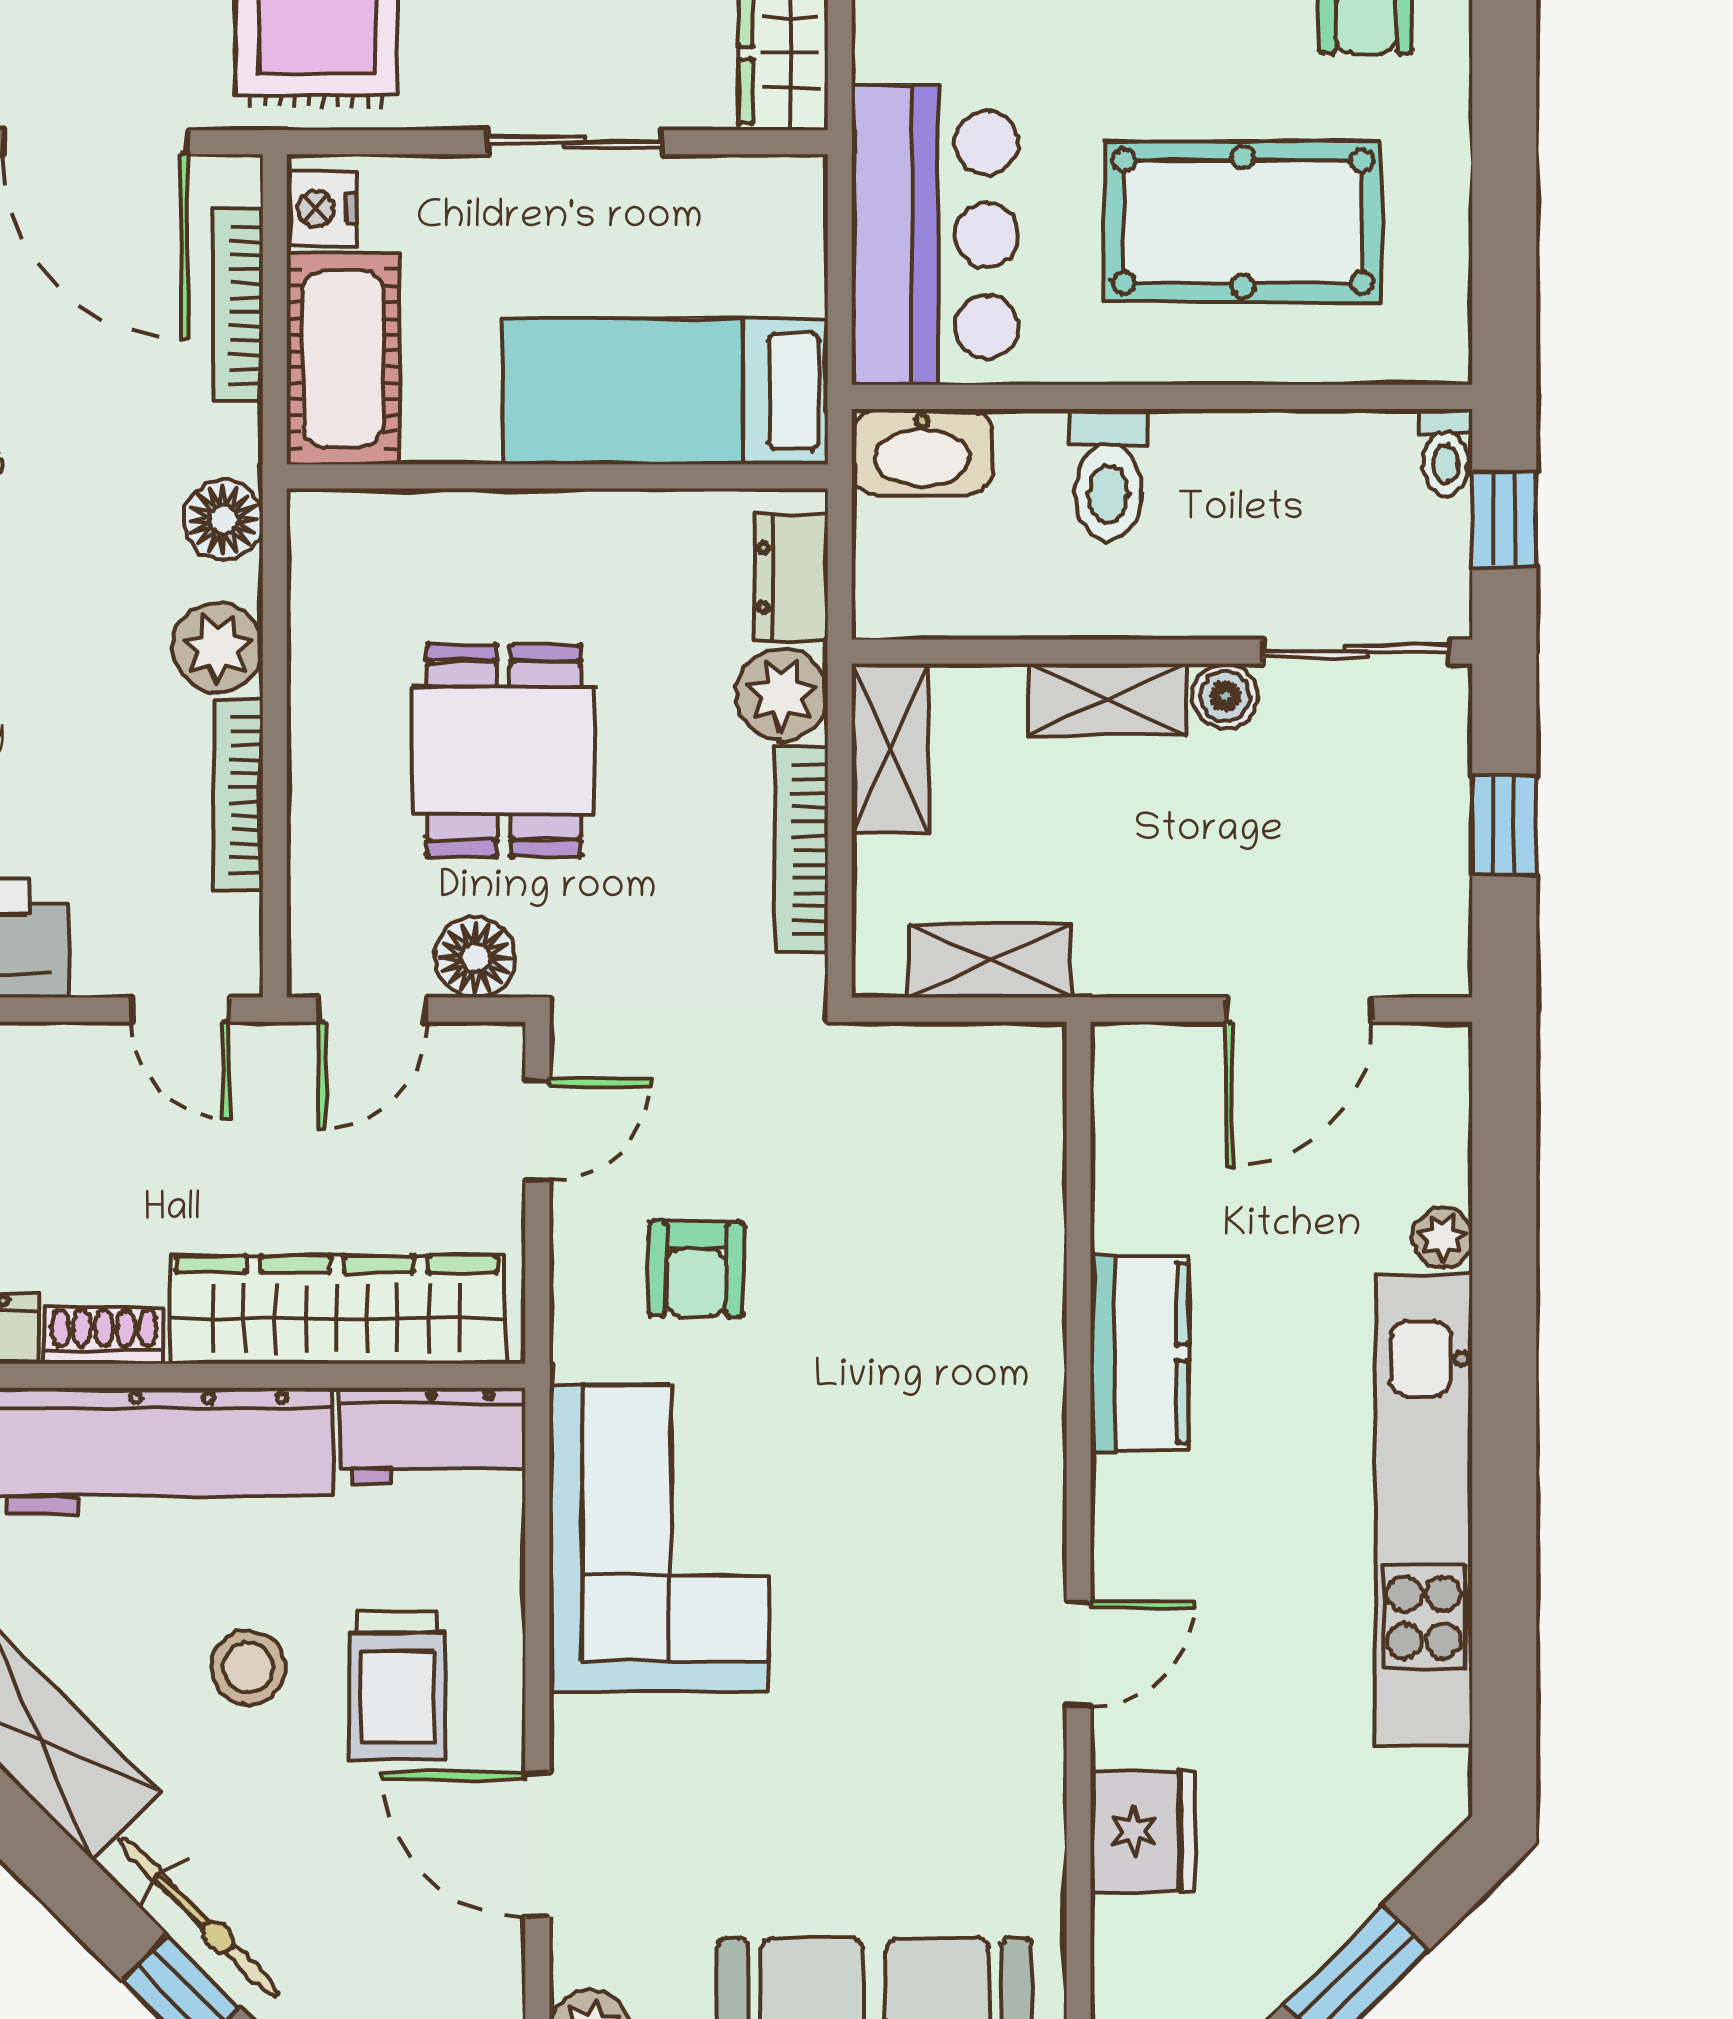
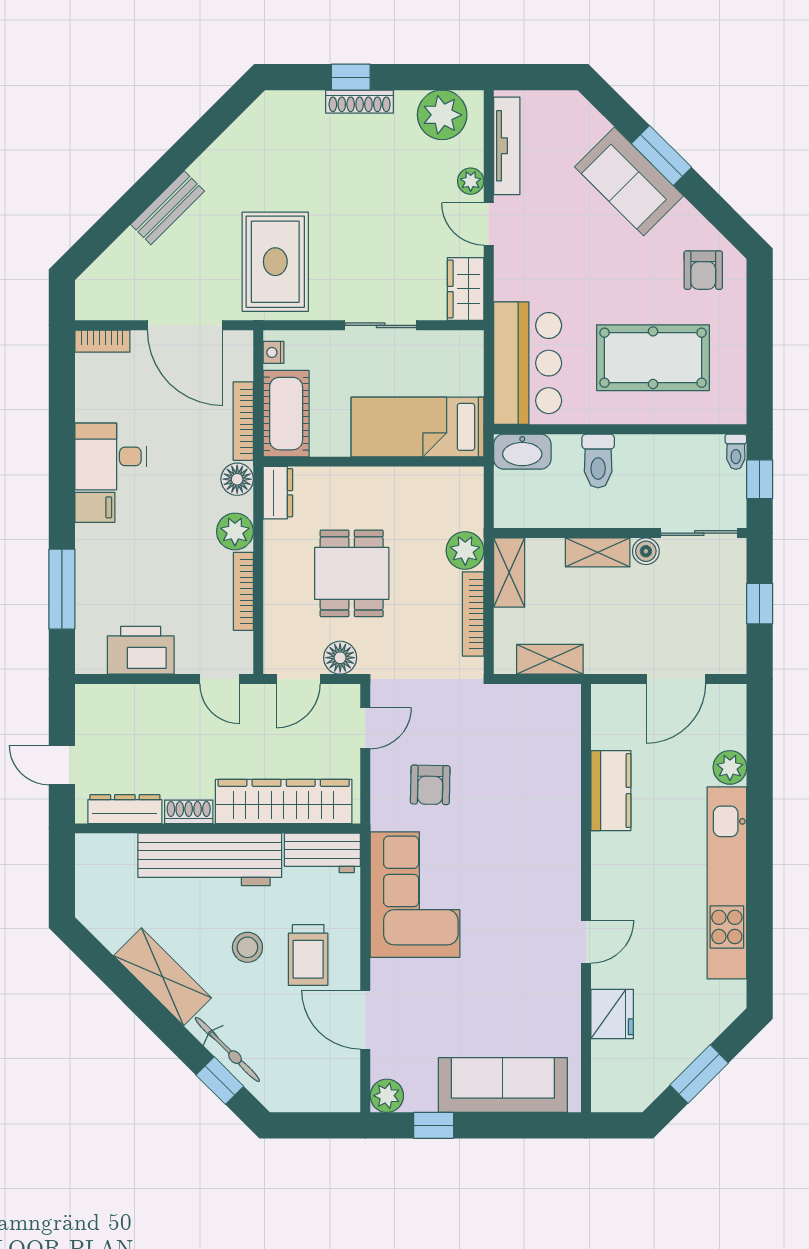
nightstand: (321, 209) -> (274, 352), width x0.72, depth x0.74
bookcase: (238, 305) -> (243, 421), moved
dresser: (792, 578) -> (278, 493), moved, turned 180
plant: (1442, 1238) -> (730, 767), width x1.38, depth x1.38
kitchen counter: (1139, 1353) -> (611, 791), moved

